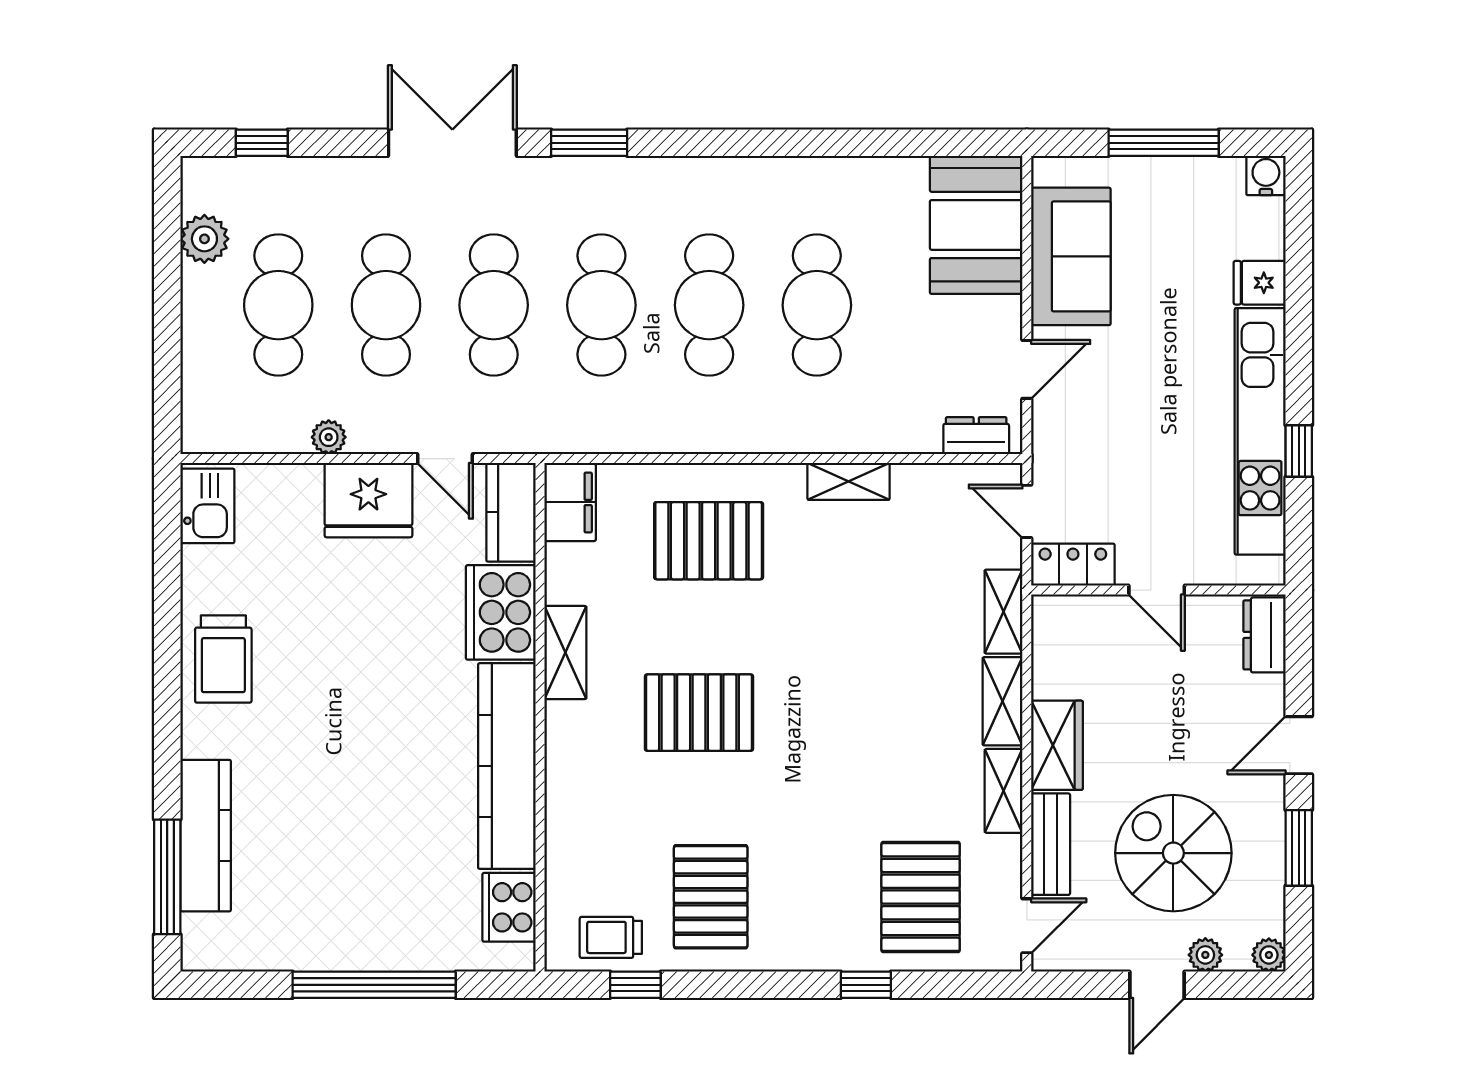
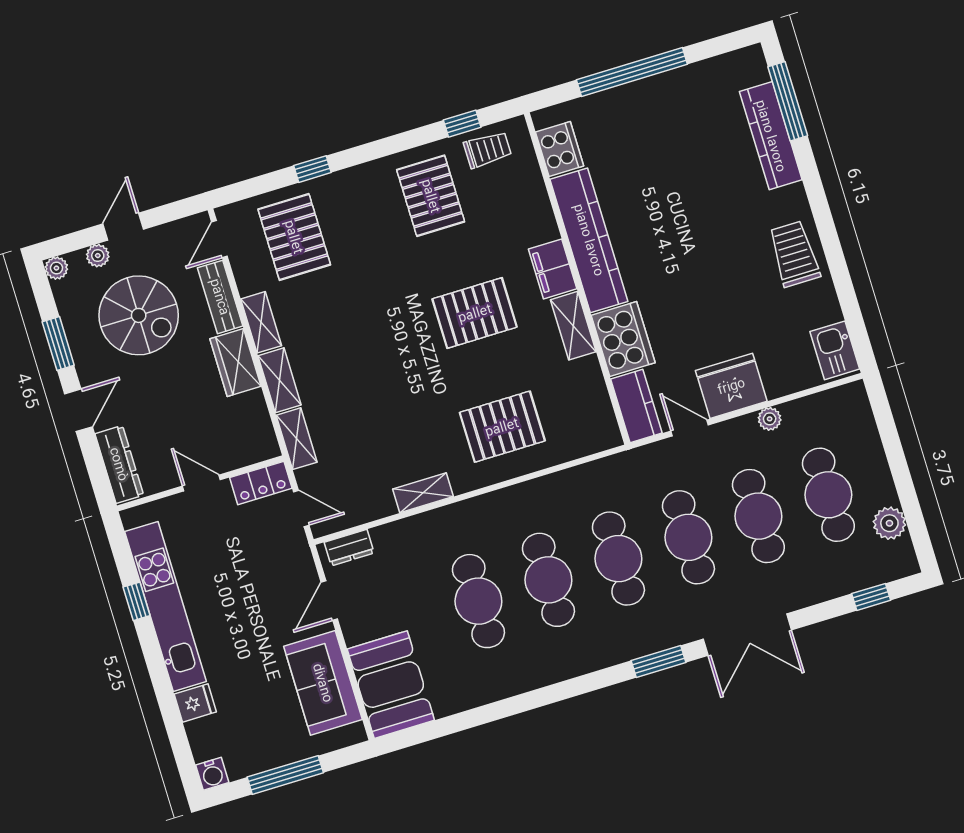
filing cabinet: (570, 502) -> (553, 269), moved
dresser: (1264, 635) -> (119, 464), width x1.44

